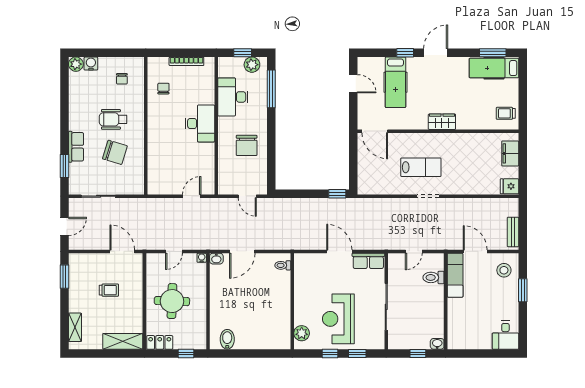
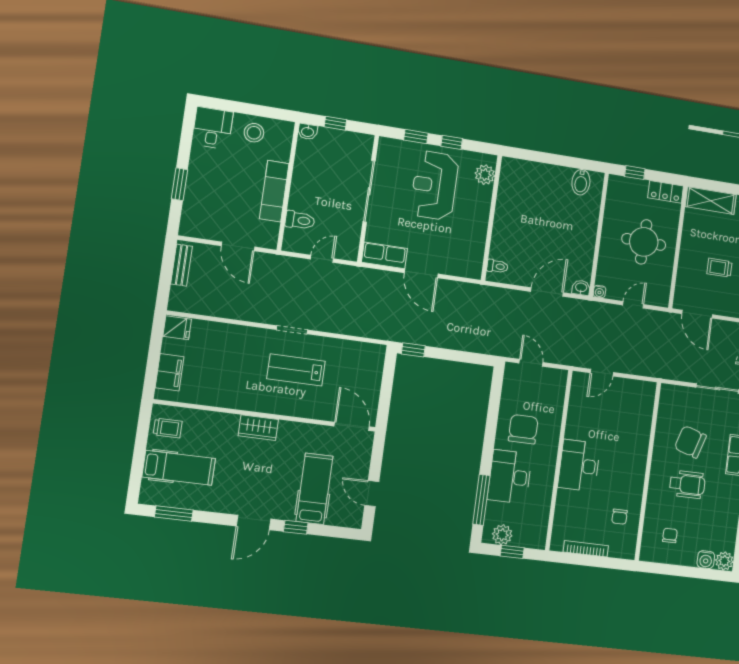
hospital bed: (494, 68) -> (179, 468), moved
desk: (233, 97) -> (510, 477), moved, turned 180
stool: (504, 270) -> (254, 133), moved
exam couch: (455, 275) -> (274, 191), moved
reception desk: (338, 319) -> (435, 186), turned 180

